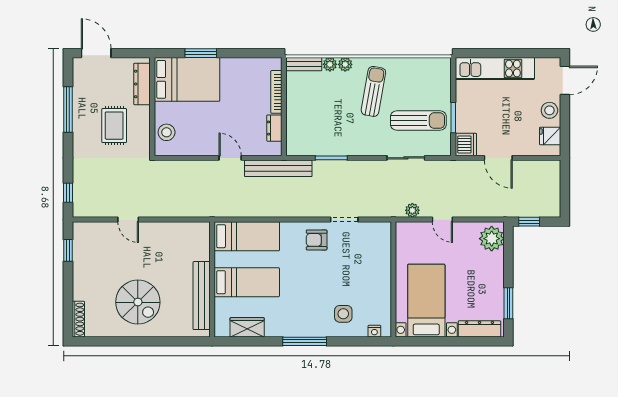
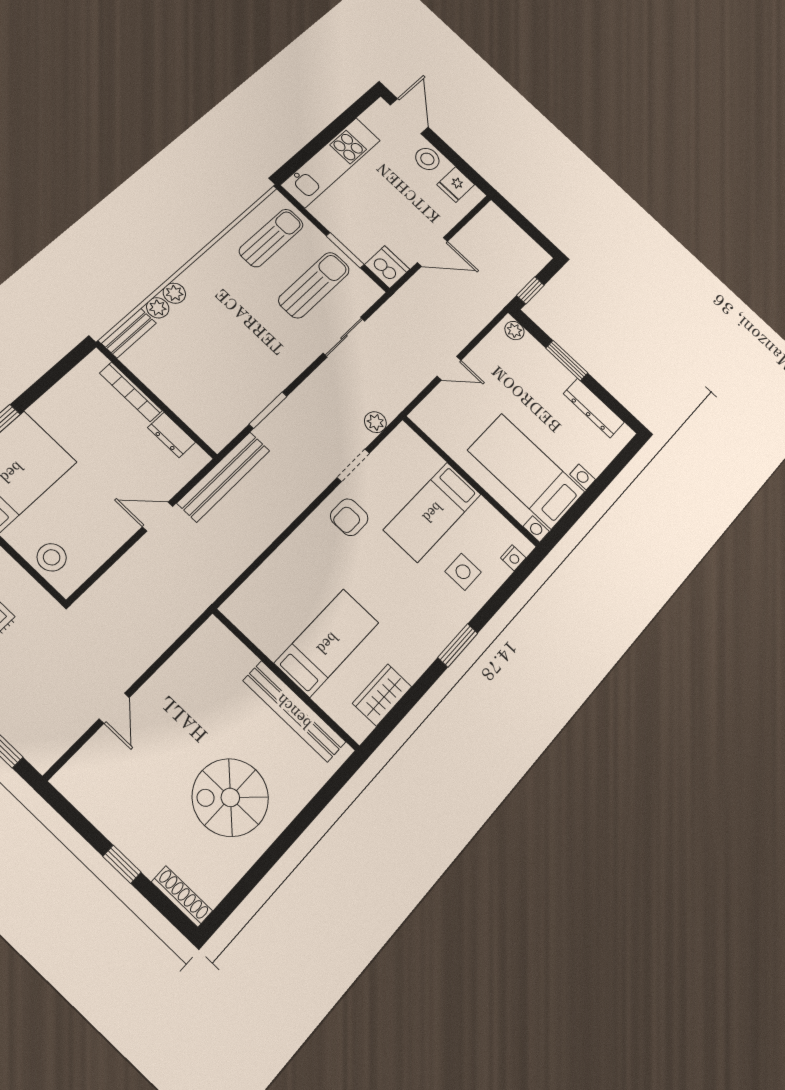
sun lounger: (373, 91) -> (271, 238), moved, turned 80
plant: (412, 210) -> (375, 422), moved
door: (128, 219) -> (114, 708), hinge flipped
bed: (247, 236) -> (432, 512), moved, turned 180
plant: (492, 239) -> (514, 331), width x0.53, depth x0.53
window: (68, 250) -> (122, 864), moved
spiral stairs: (138, 302) -> (230, 797), turned 180
window: (508, 303) -> (567, 361), moved
dresser: (479, 329) -> (594, 408), moved, turned -90
window: (305, 341) -> (458, 645), width x0.69

